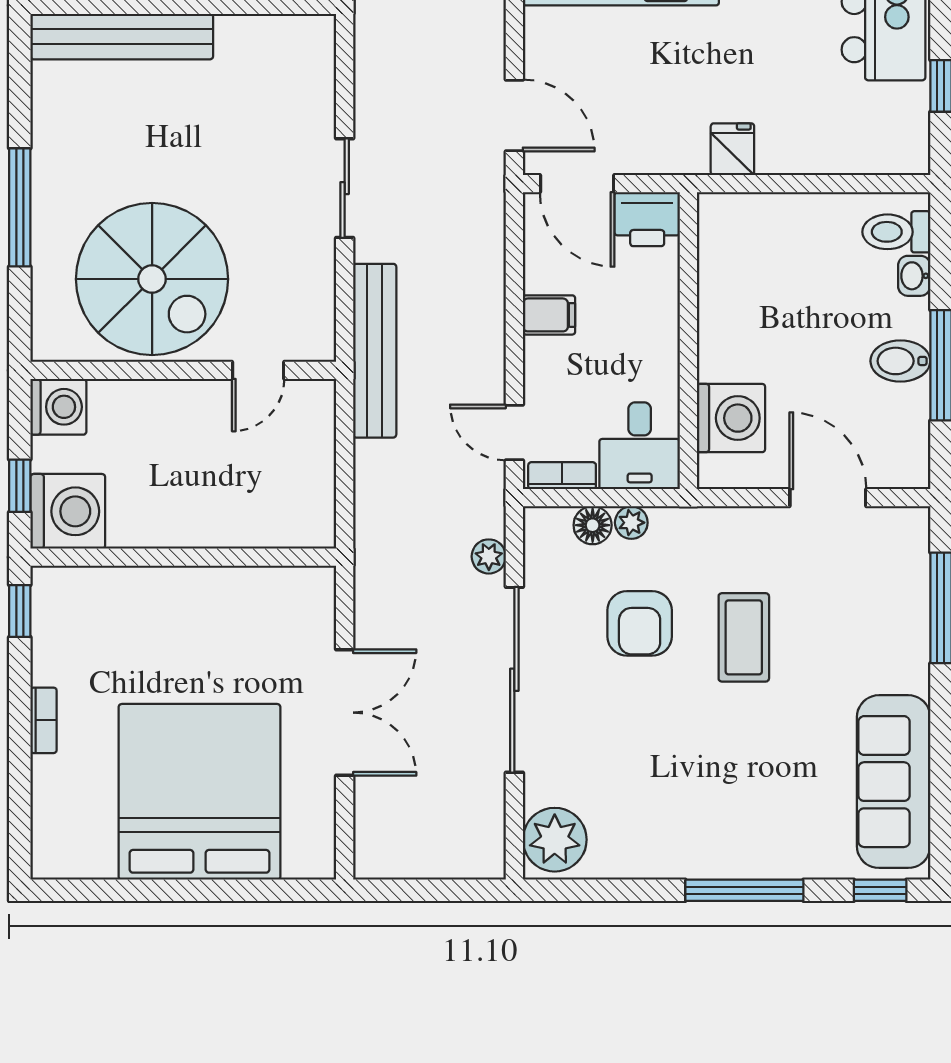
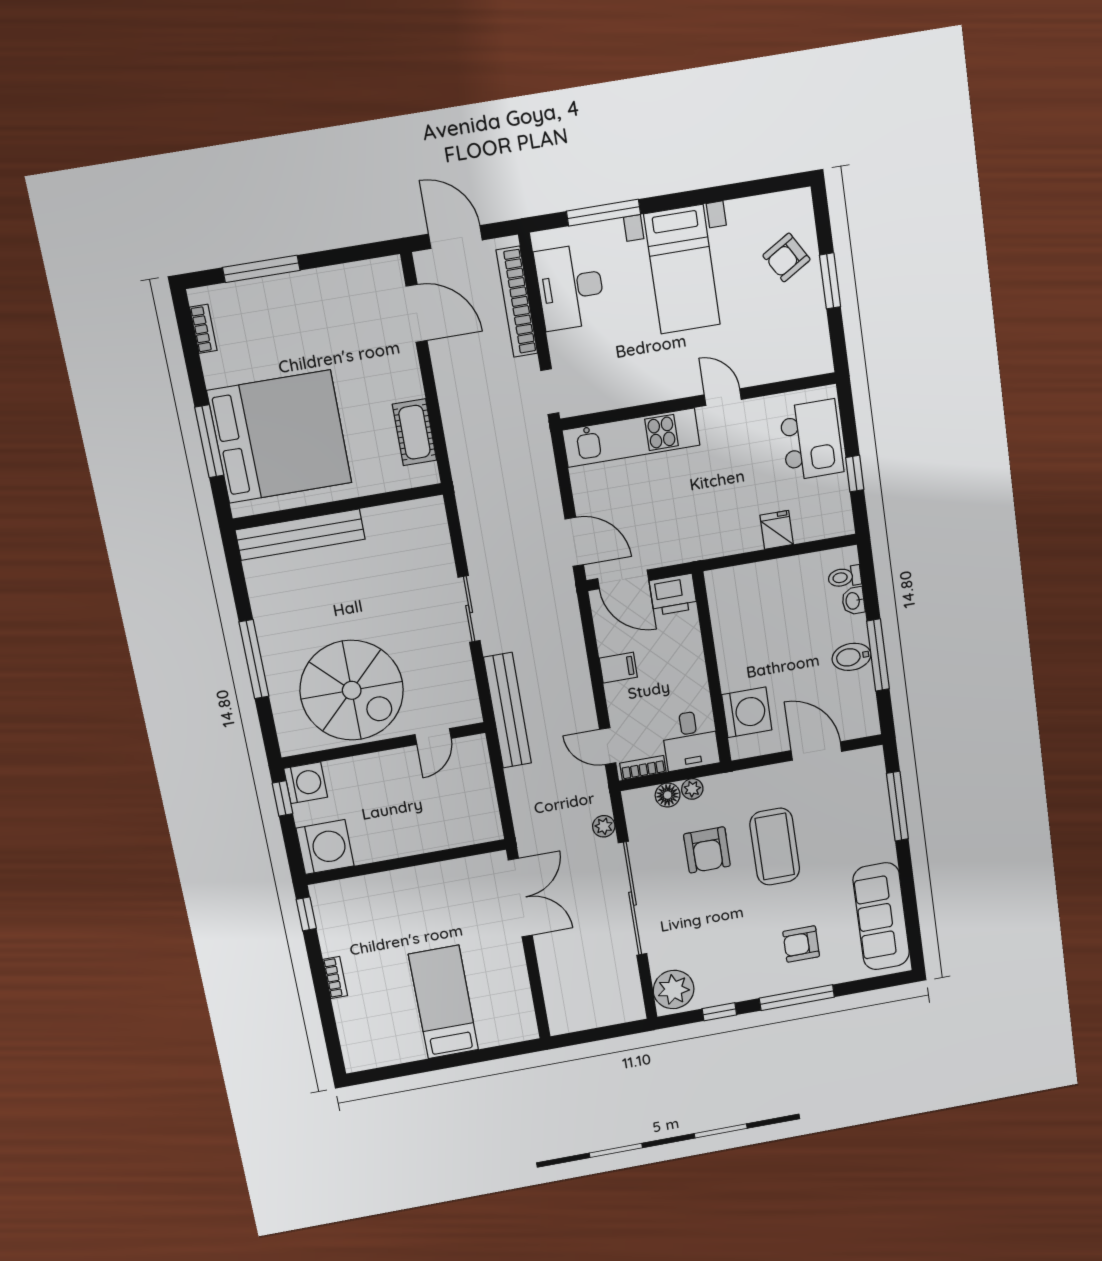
fridge: (732, 149) -> (777, 530), moved
toilet: (896, 232) -> (845, 577), width x0.73, depth x0.72
window: (20, 486) -> (283, 798), moved
coffee table: (744, 637) -> (775, 847), width x1.36, depth x1.32
double door: (345, 713) -> (520, 898), moved
bed: (199, 792) -> (444, 1002), width x0.49
armchair: (763, 803) -> (801, 944), added
window: (880, 890) -> (719, 1012), moved

